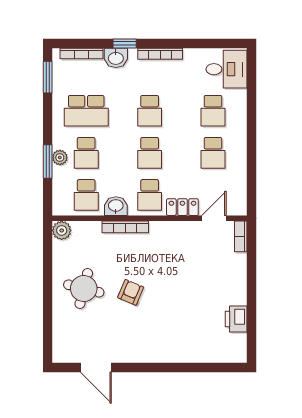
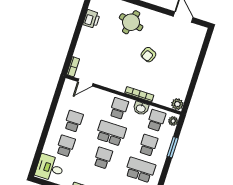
school desk: (150, 153) -> (111, 133), width x1.85
plant: (60, 158) -> (173, 121), moved
locker: (182, 207) -> (102, 95), removed
round table: (84, 289) -> (131, 22), moved

